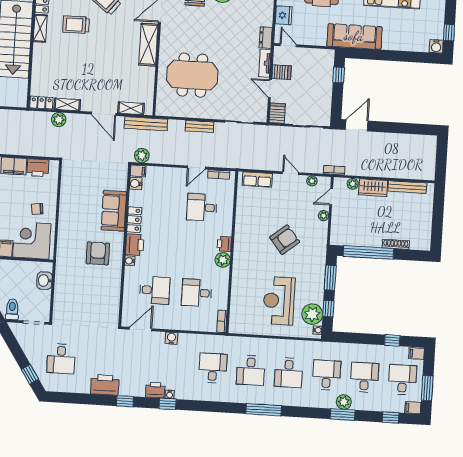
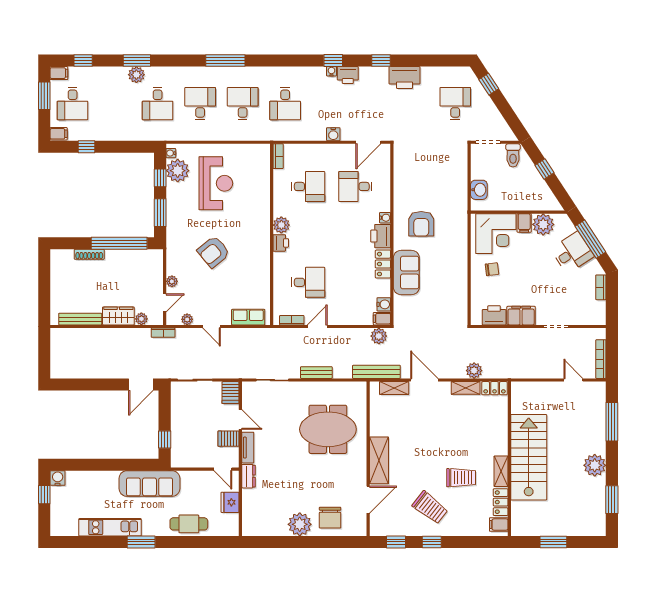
desk: (364, 377) -> (115, 104), removed

